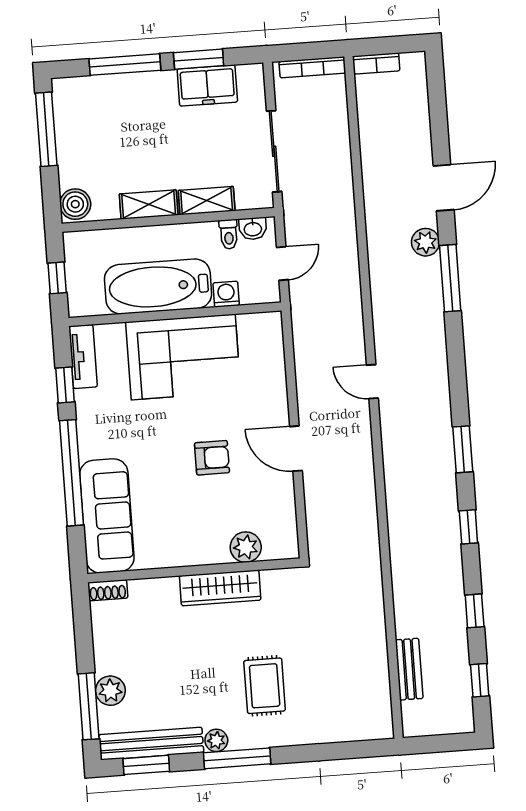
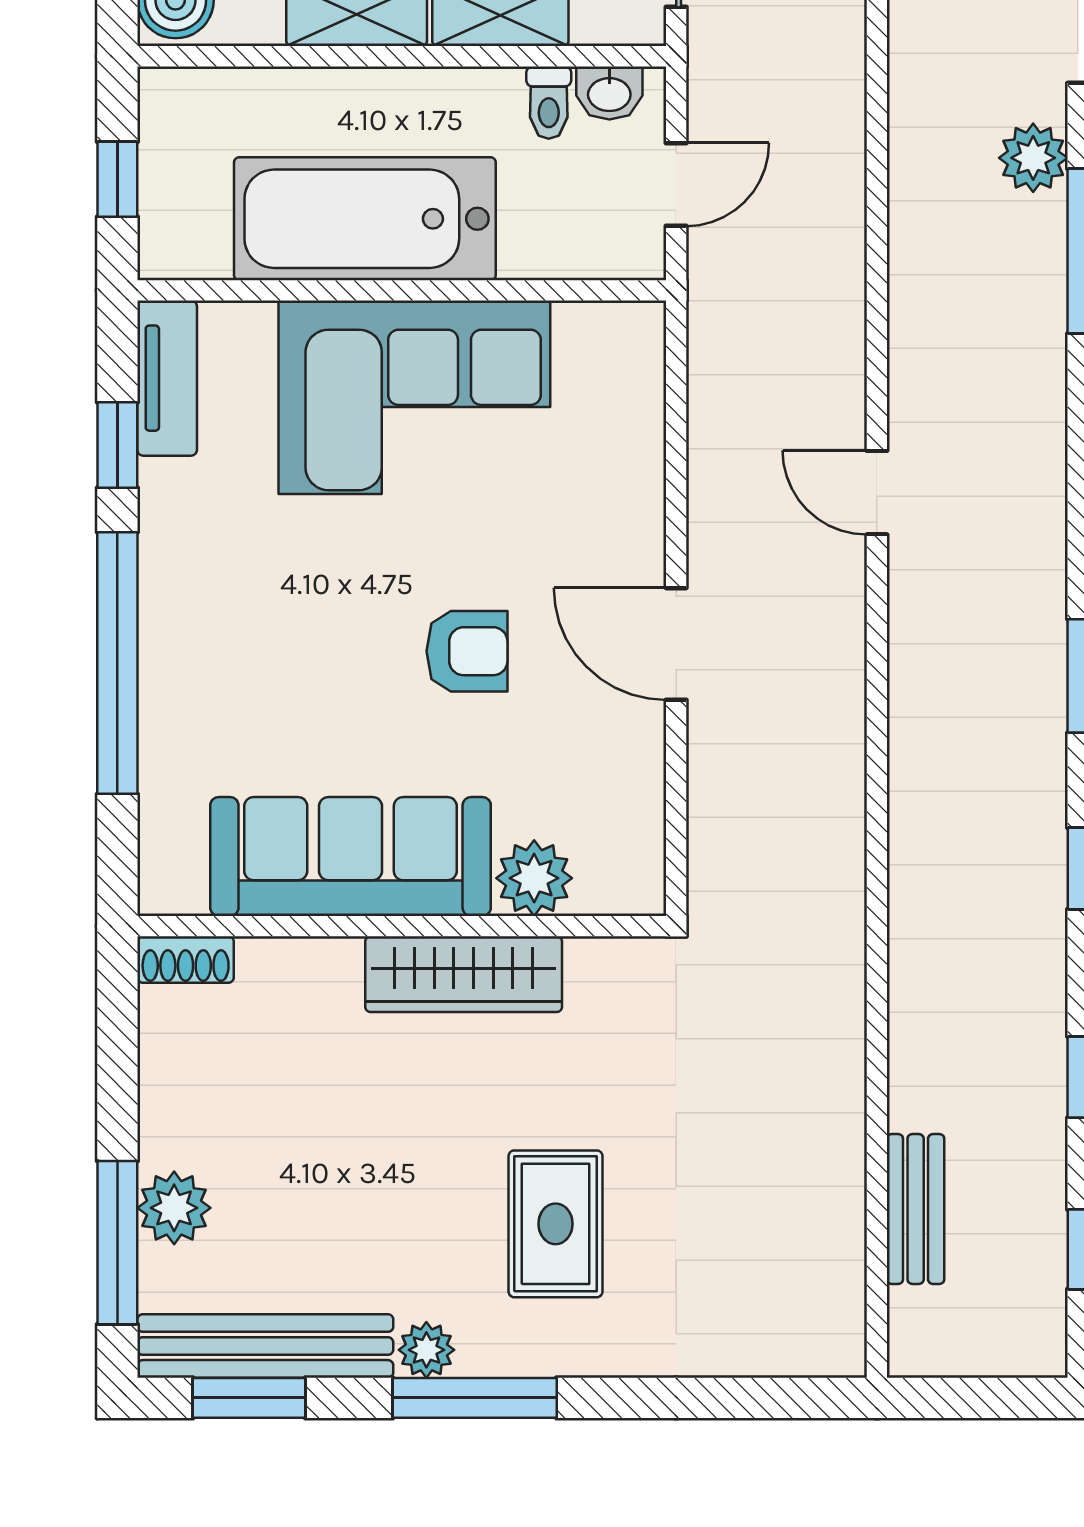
washing machine: (226, 294) -> (532, 250), removed
sofa: (107, 516) -> (351, 857), moved, turned -90

